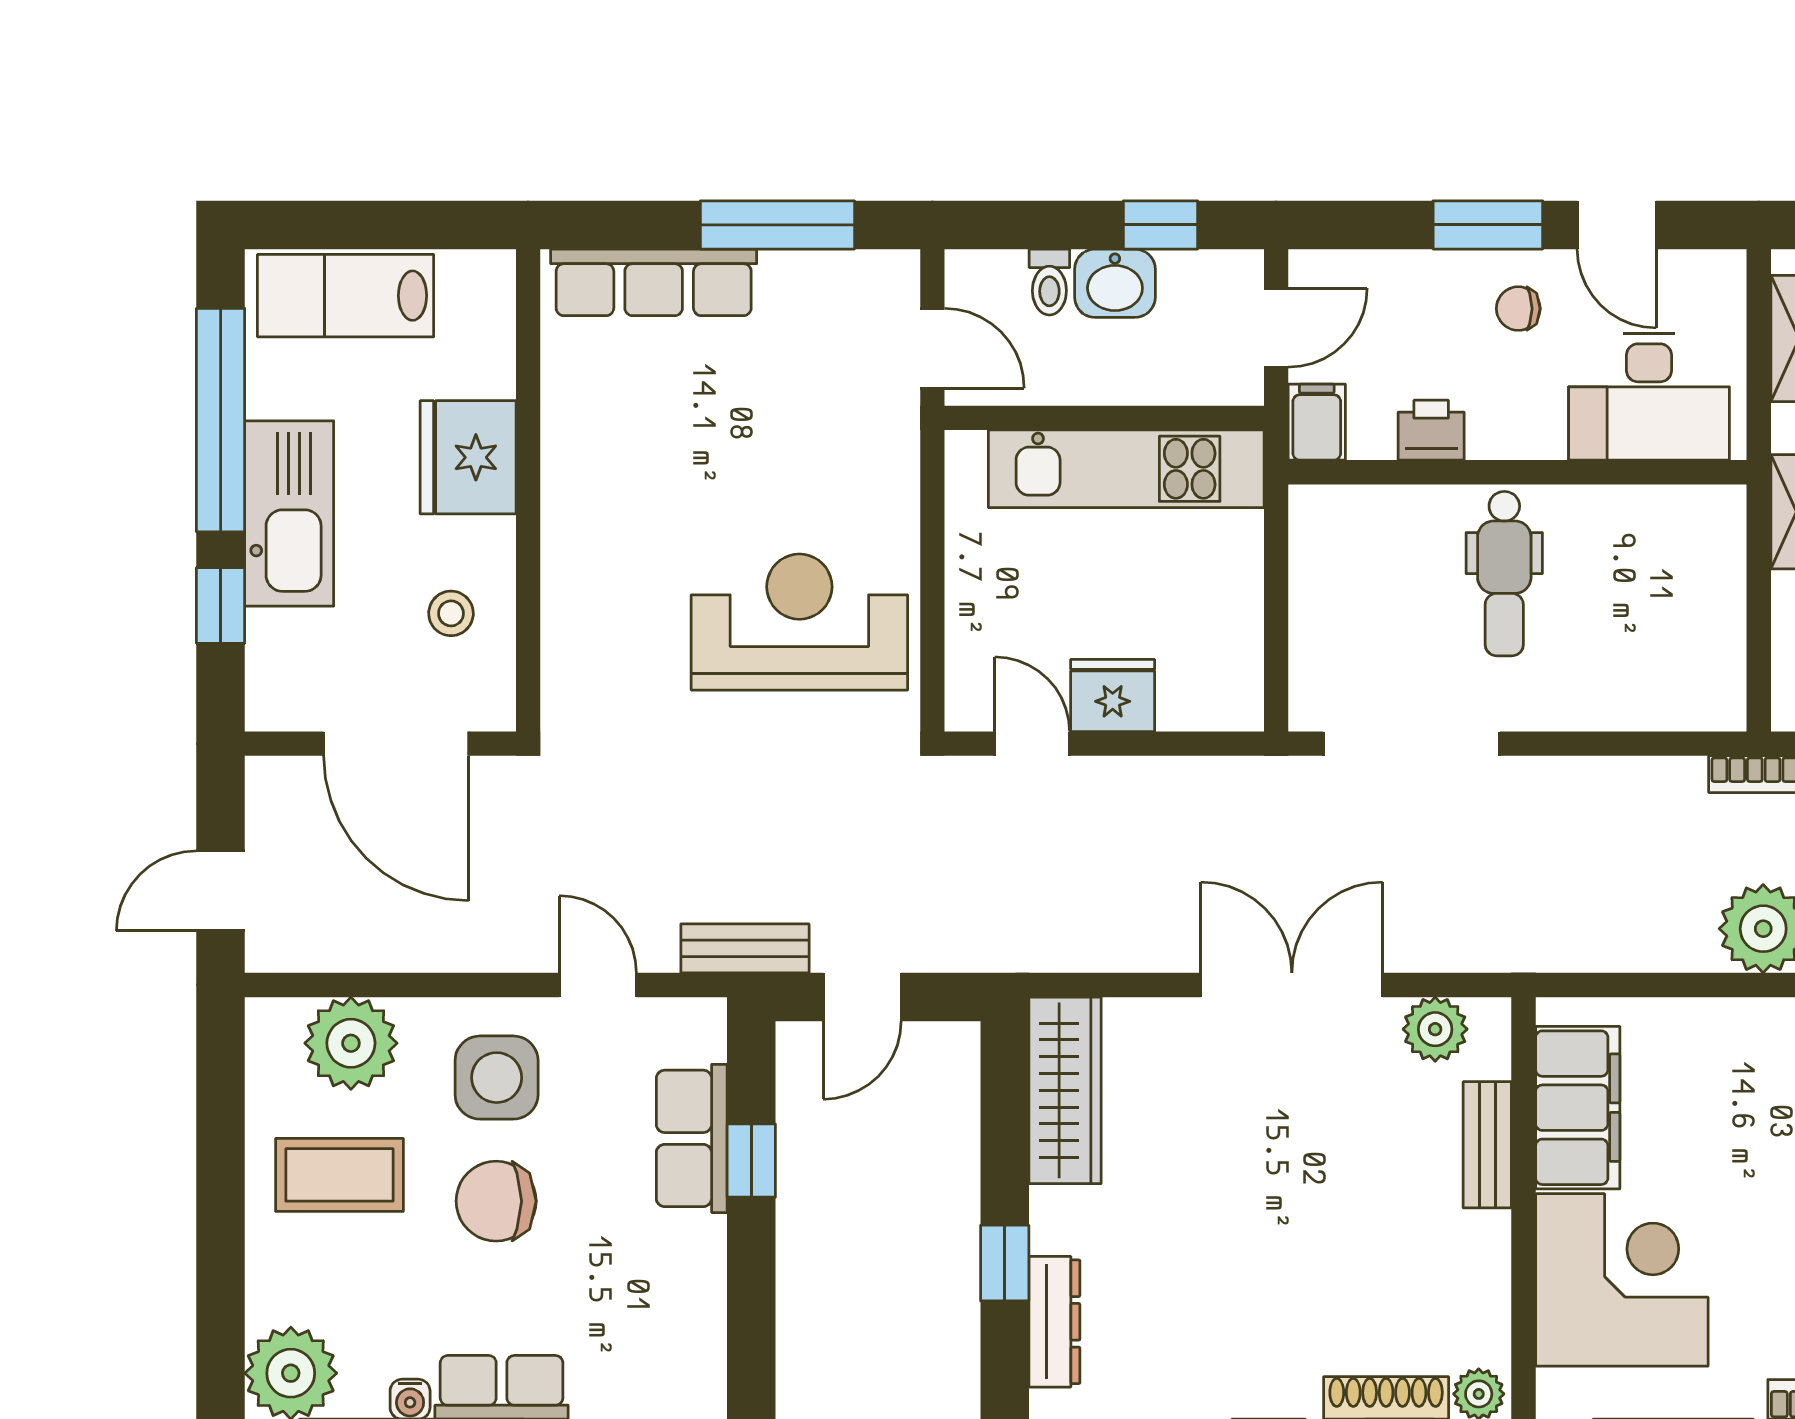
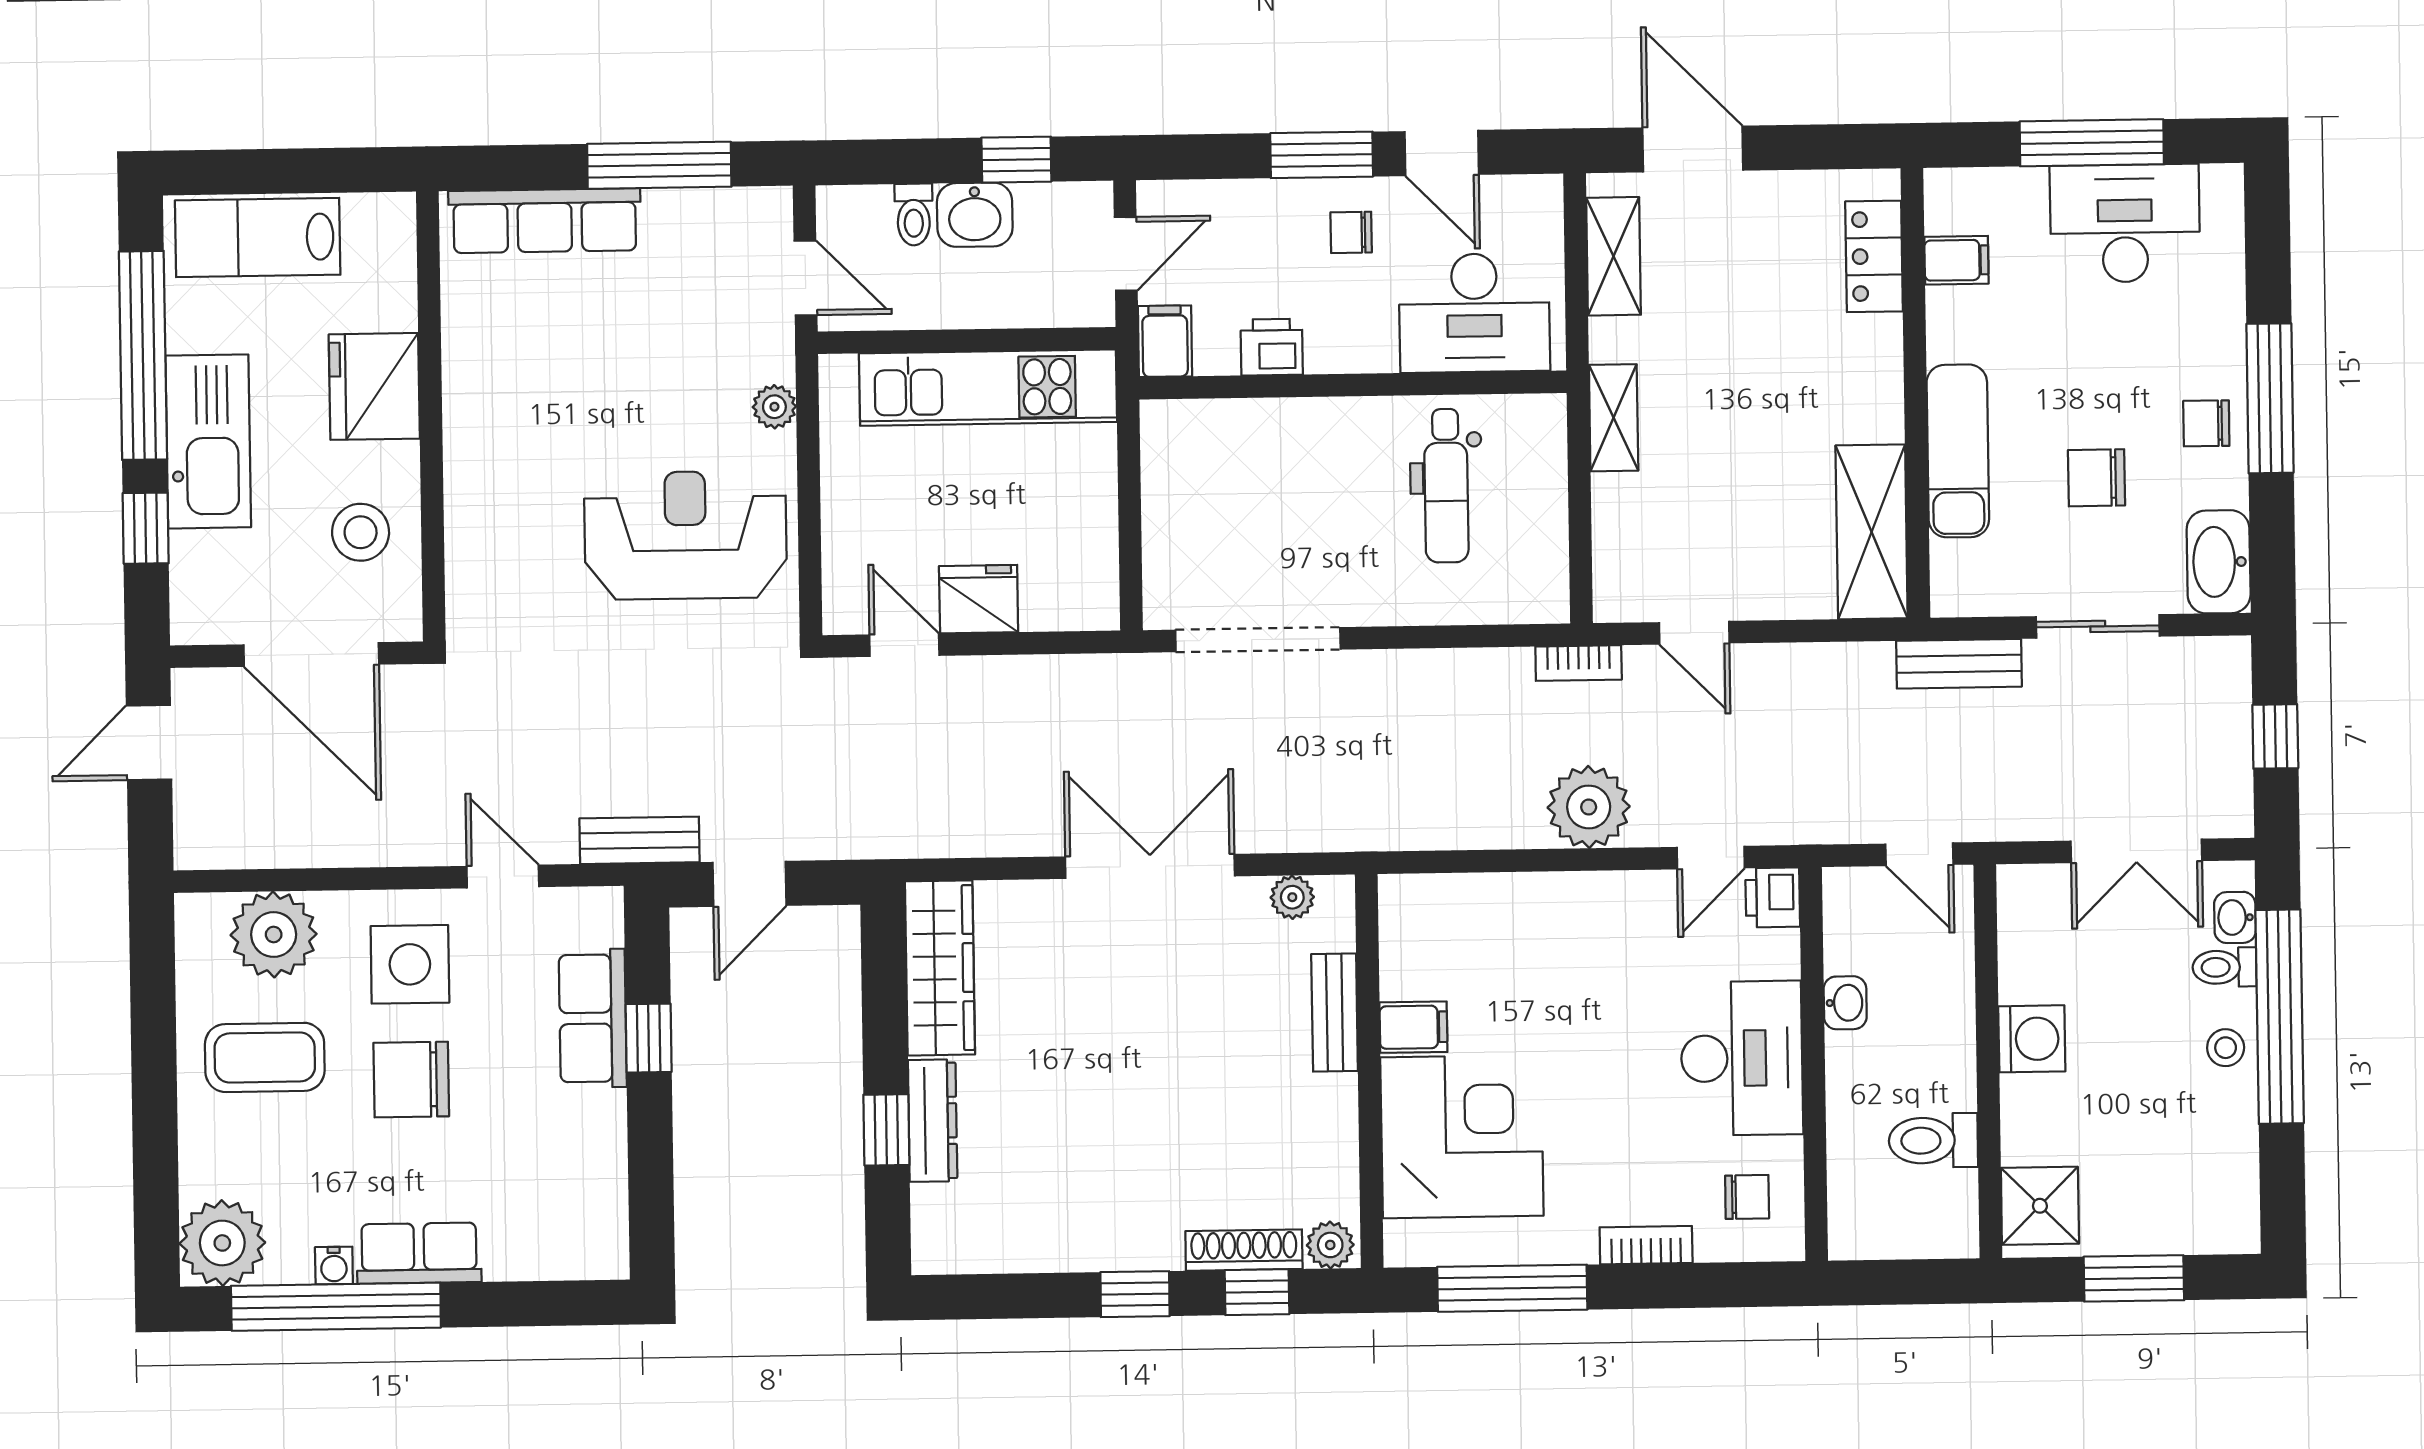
plant: (897, 486) -> (774, 407), added
dental chair: (1504, 574) -> (1446, 486), moved
stool: (451, 613) -> (361, 532), width x1.37, depth x1.37
door: (221, 891) -> (149, 743), moved
plant: (1435, 1029) -> (1292, 897), width x0.73, depth x0.73
filing cabinet: (1578, 1108) -> (1413, 1027), width x0.33, depth x0.86
dresser: (1054, 1322) -> (933, 1121), moved

